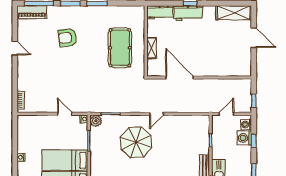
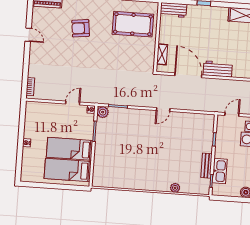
workbench: (188, 13) -> (218, 69), moved, turned 180
pool table: (120, 48) -> (133, 24), moved, turned 90
shelving: (152, 48) -> (162, 54), moved
door: (65, 114) -> (73, 103), hinge flipped
parasol: (136, 142) -> (141, 136), removed

